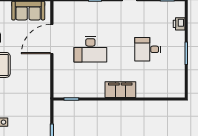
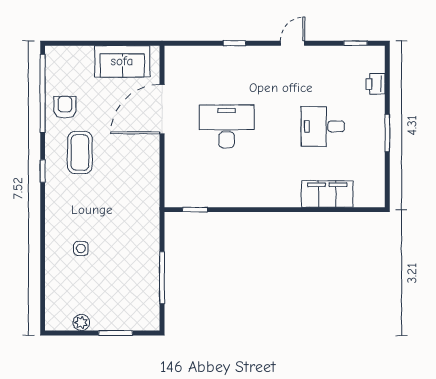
desk: (90, 49) -> (227, 126), turned 180
filing cabinet: (120, 90) -> (327, 194), moved

